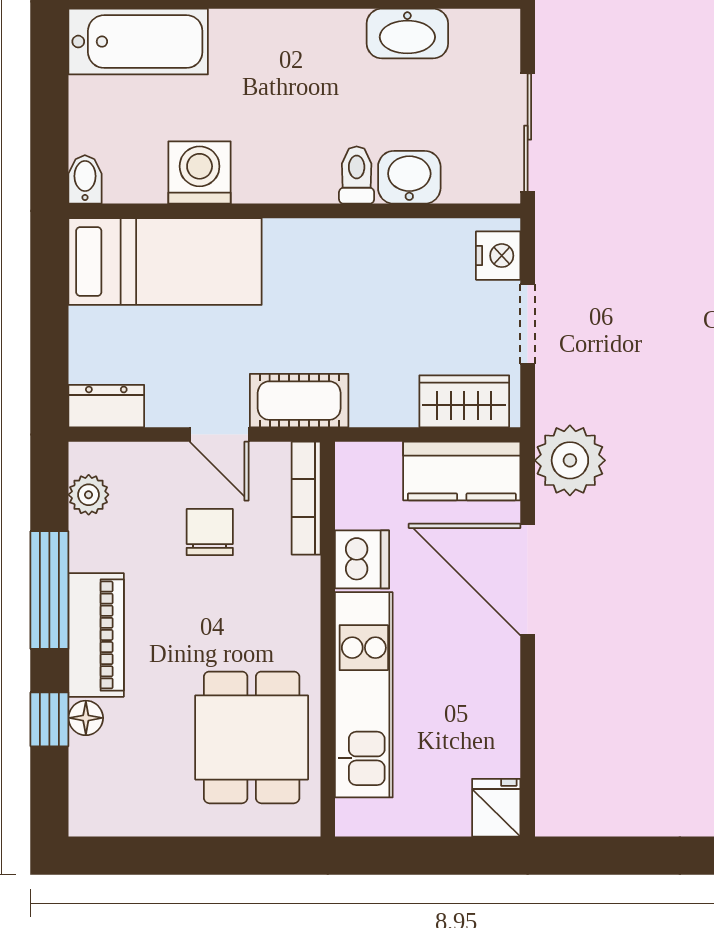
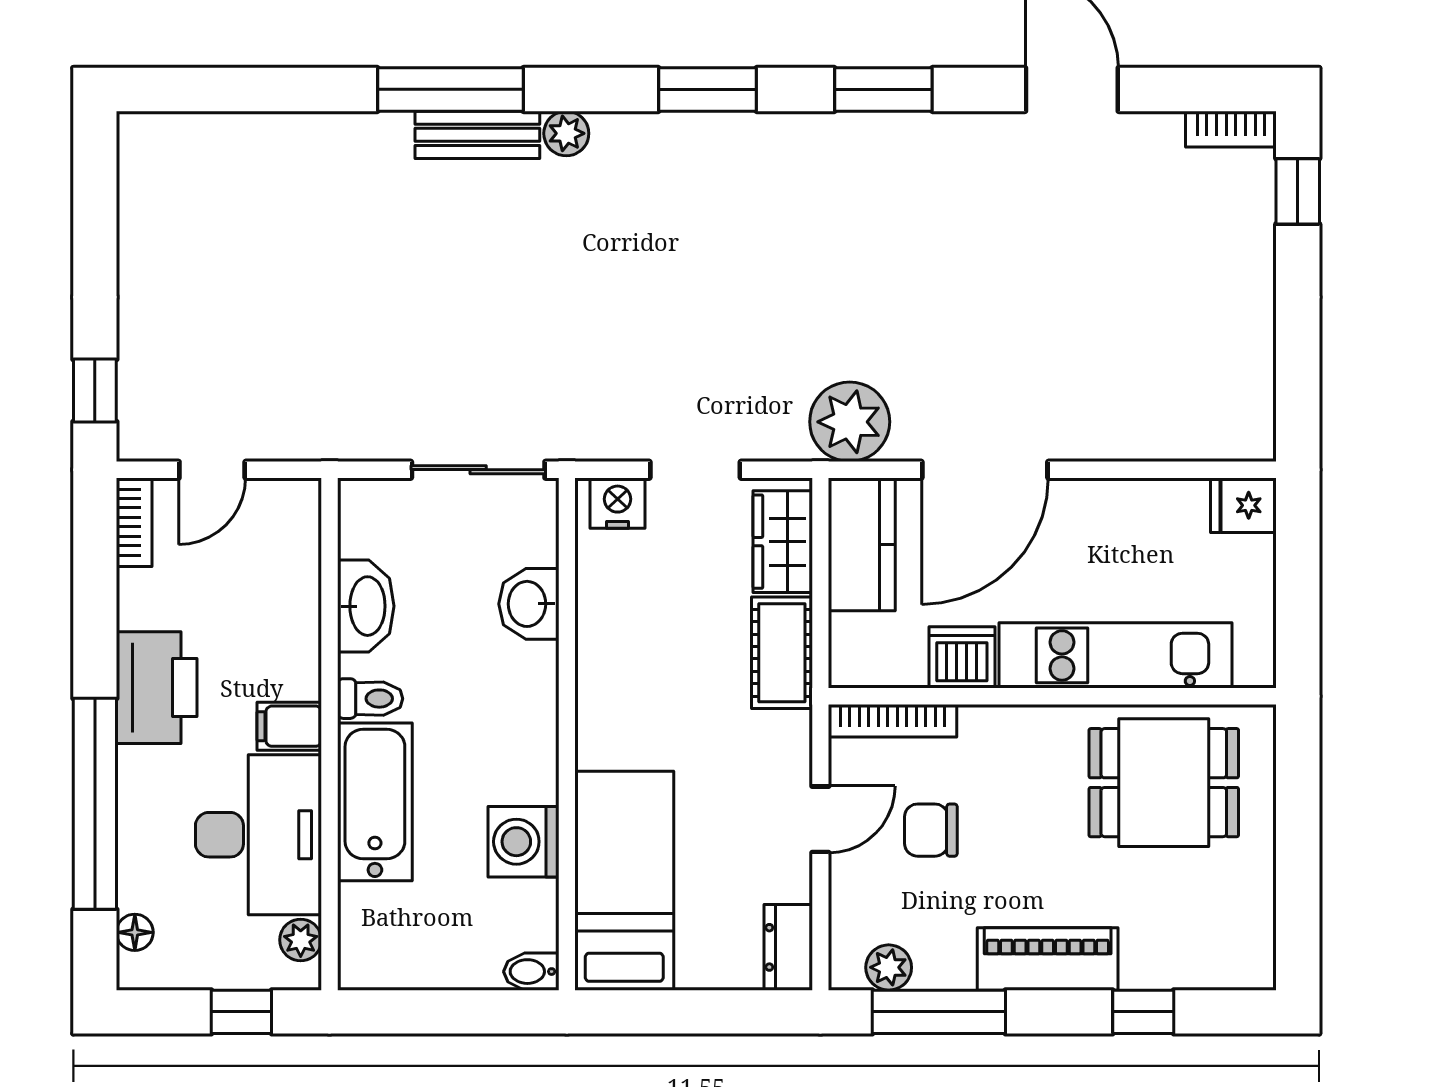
bathtub: (138, 42) -> (375, 802), moved
toilet: (357, 175) -> (370, 699), moved, turned 180
cot: (299, 401) -> (782, 653), moved
window: (49, 590) -> (939, 1012), moved
floor lamp: (86, 718) -> (1142, 971), removed

